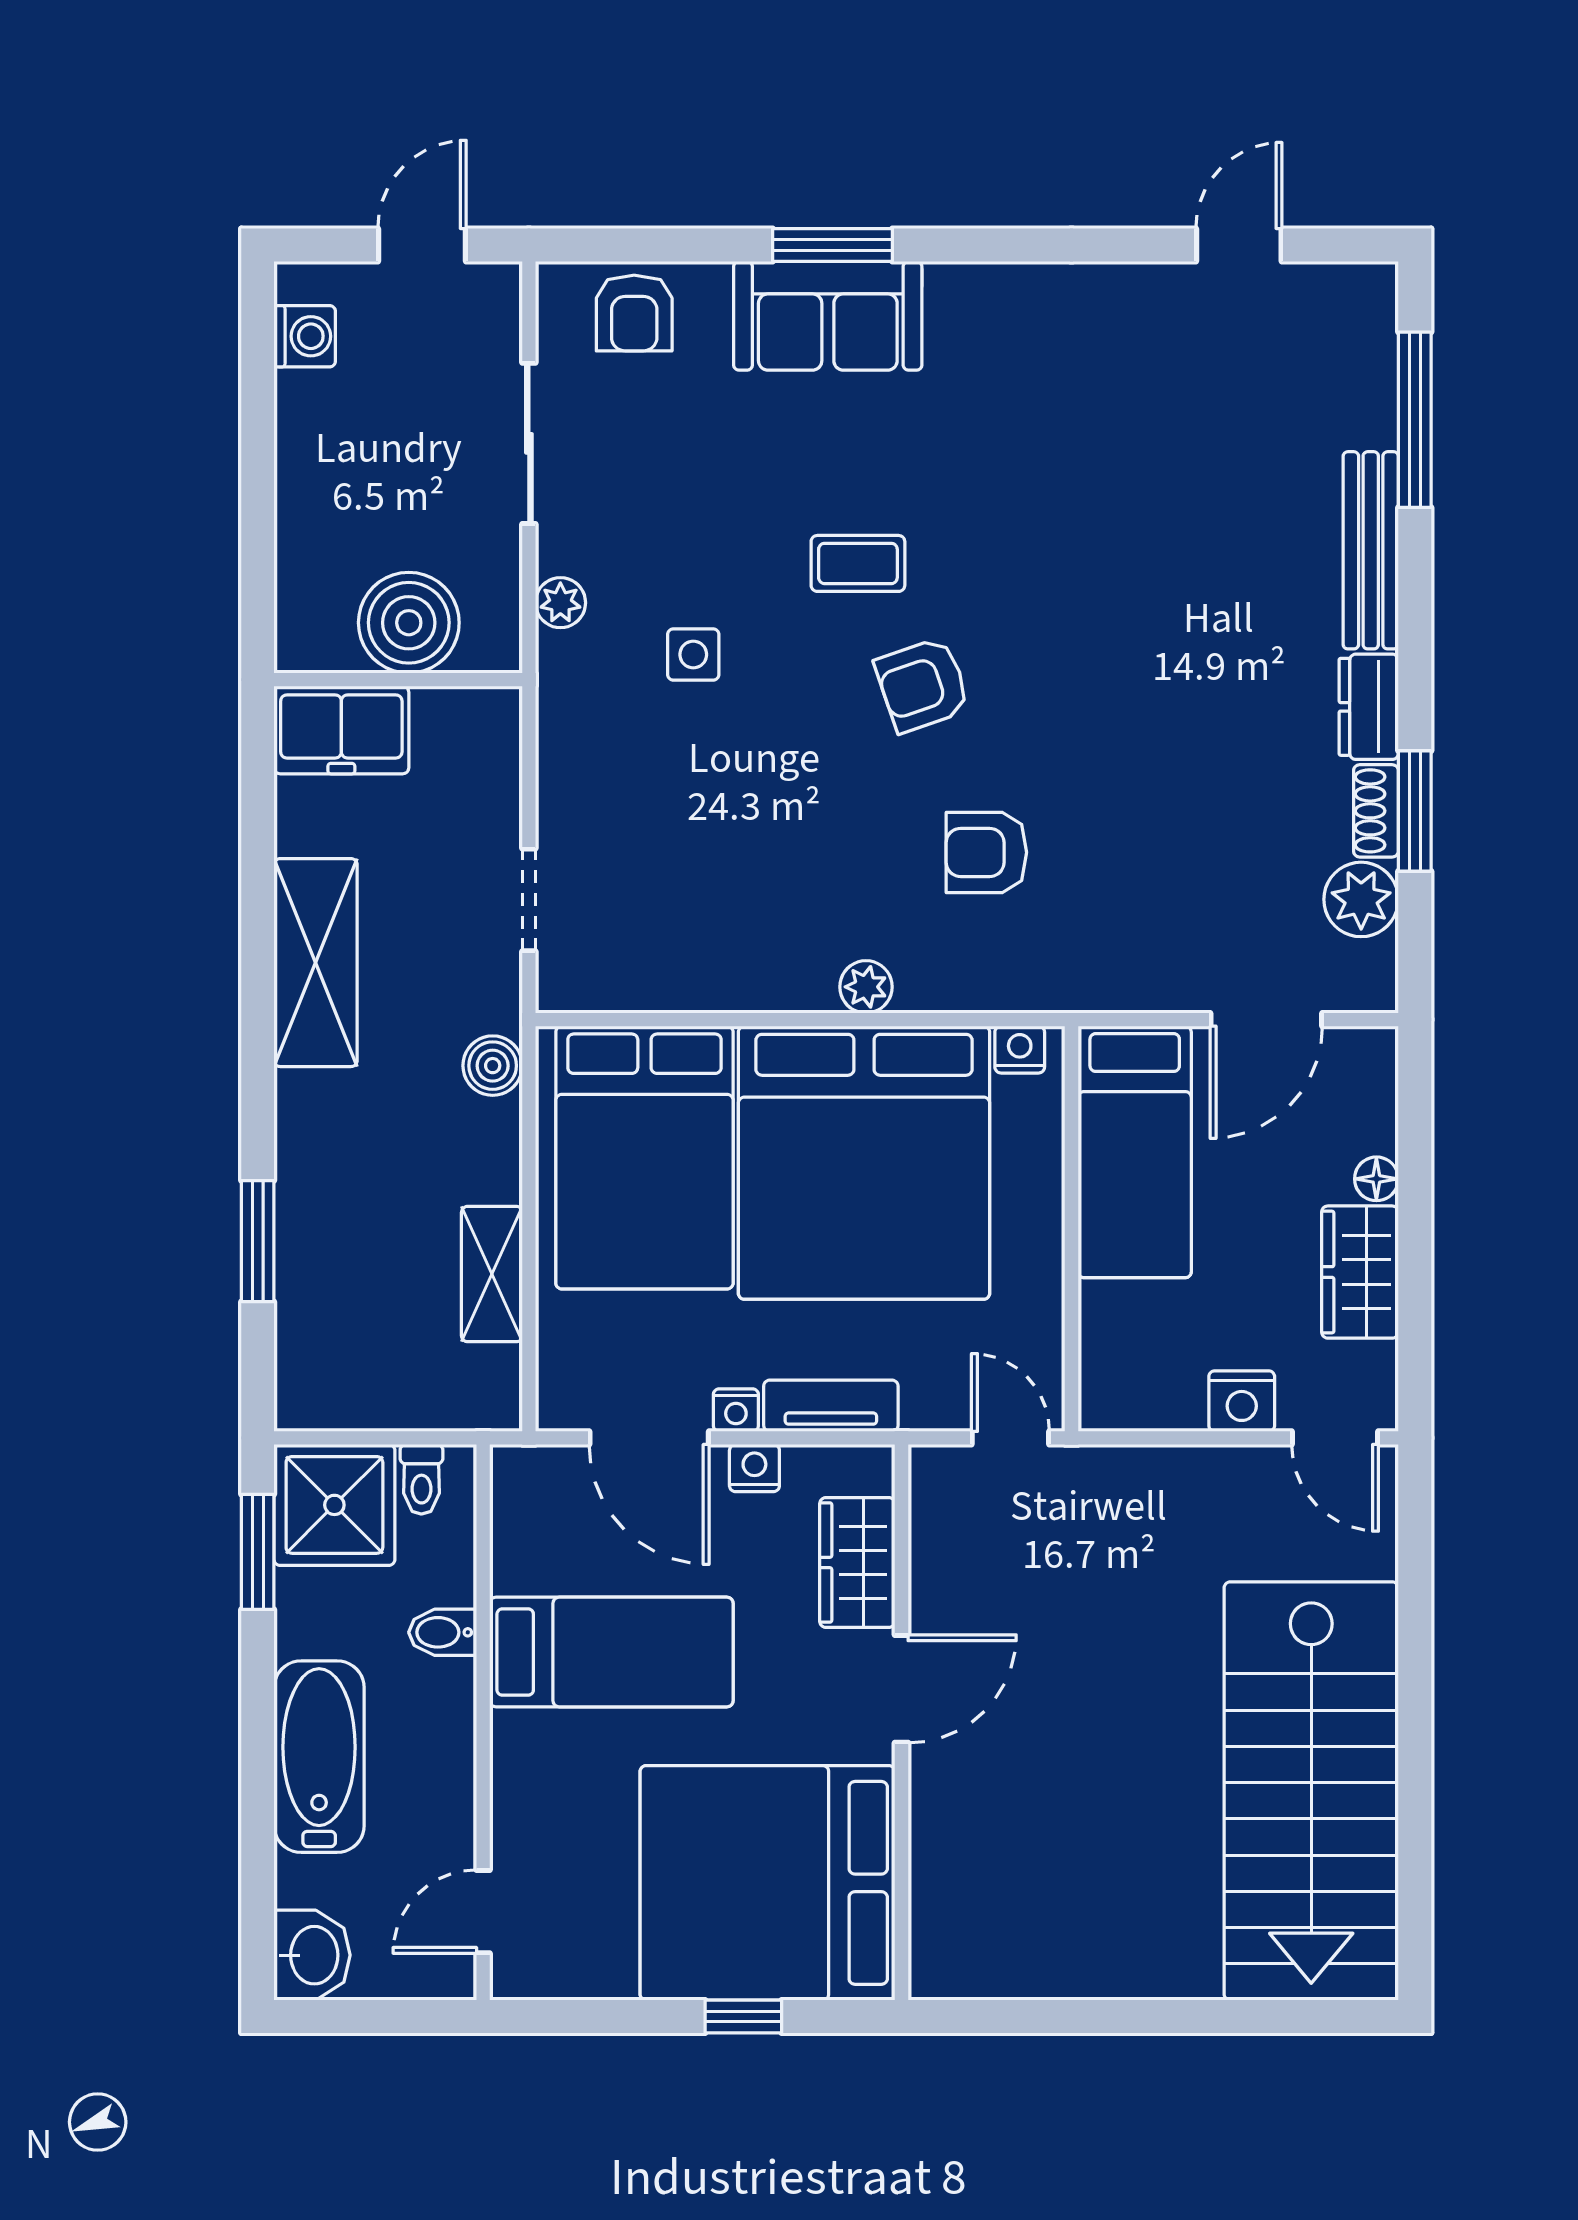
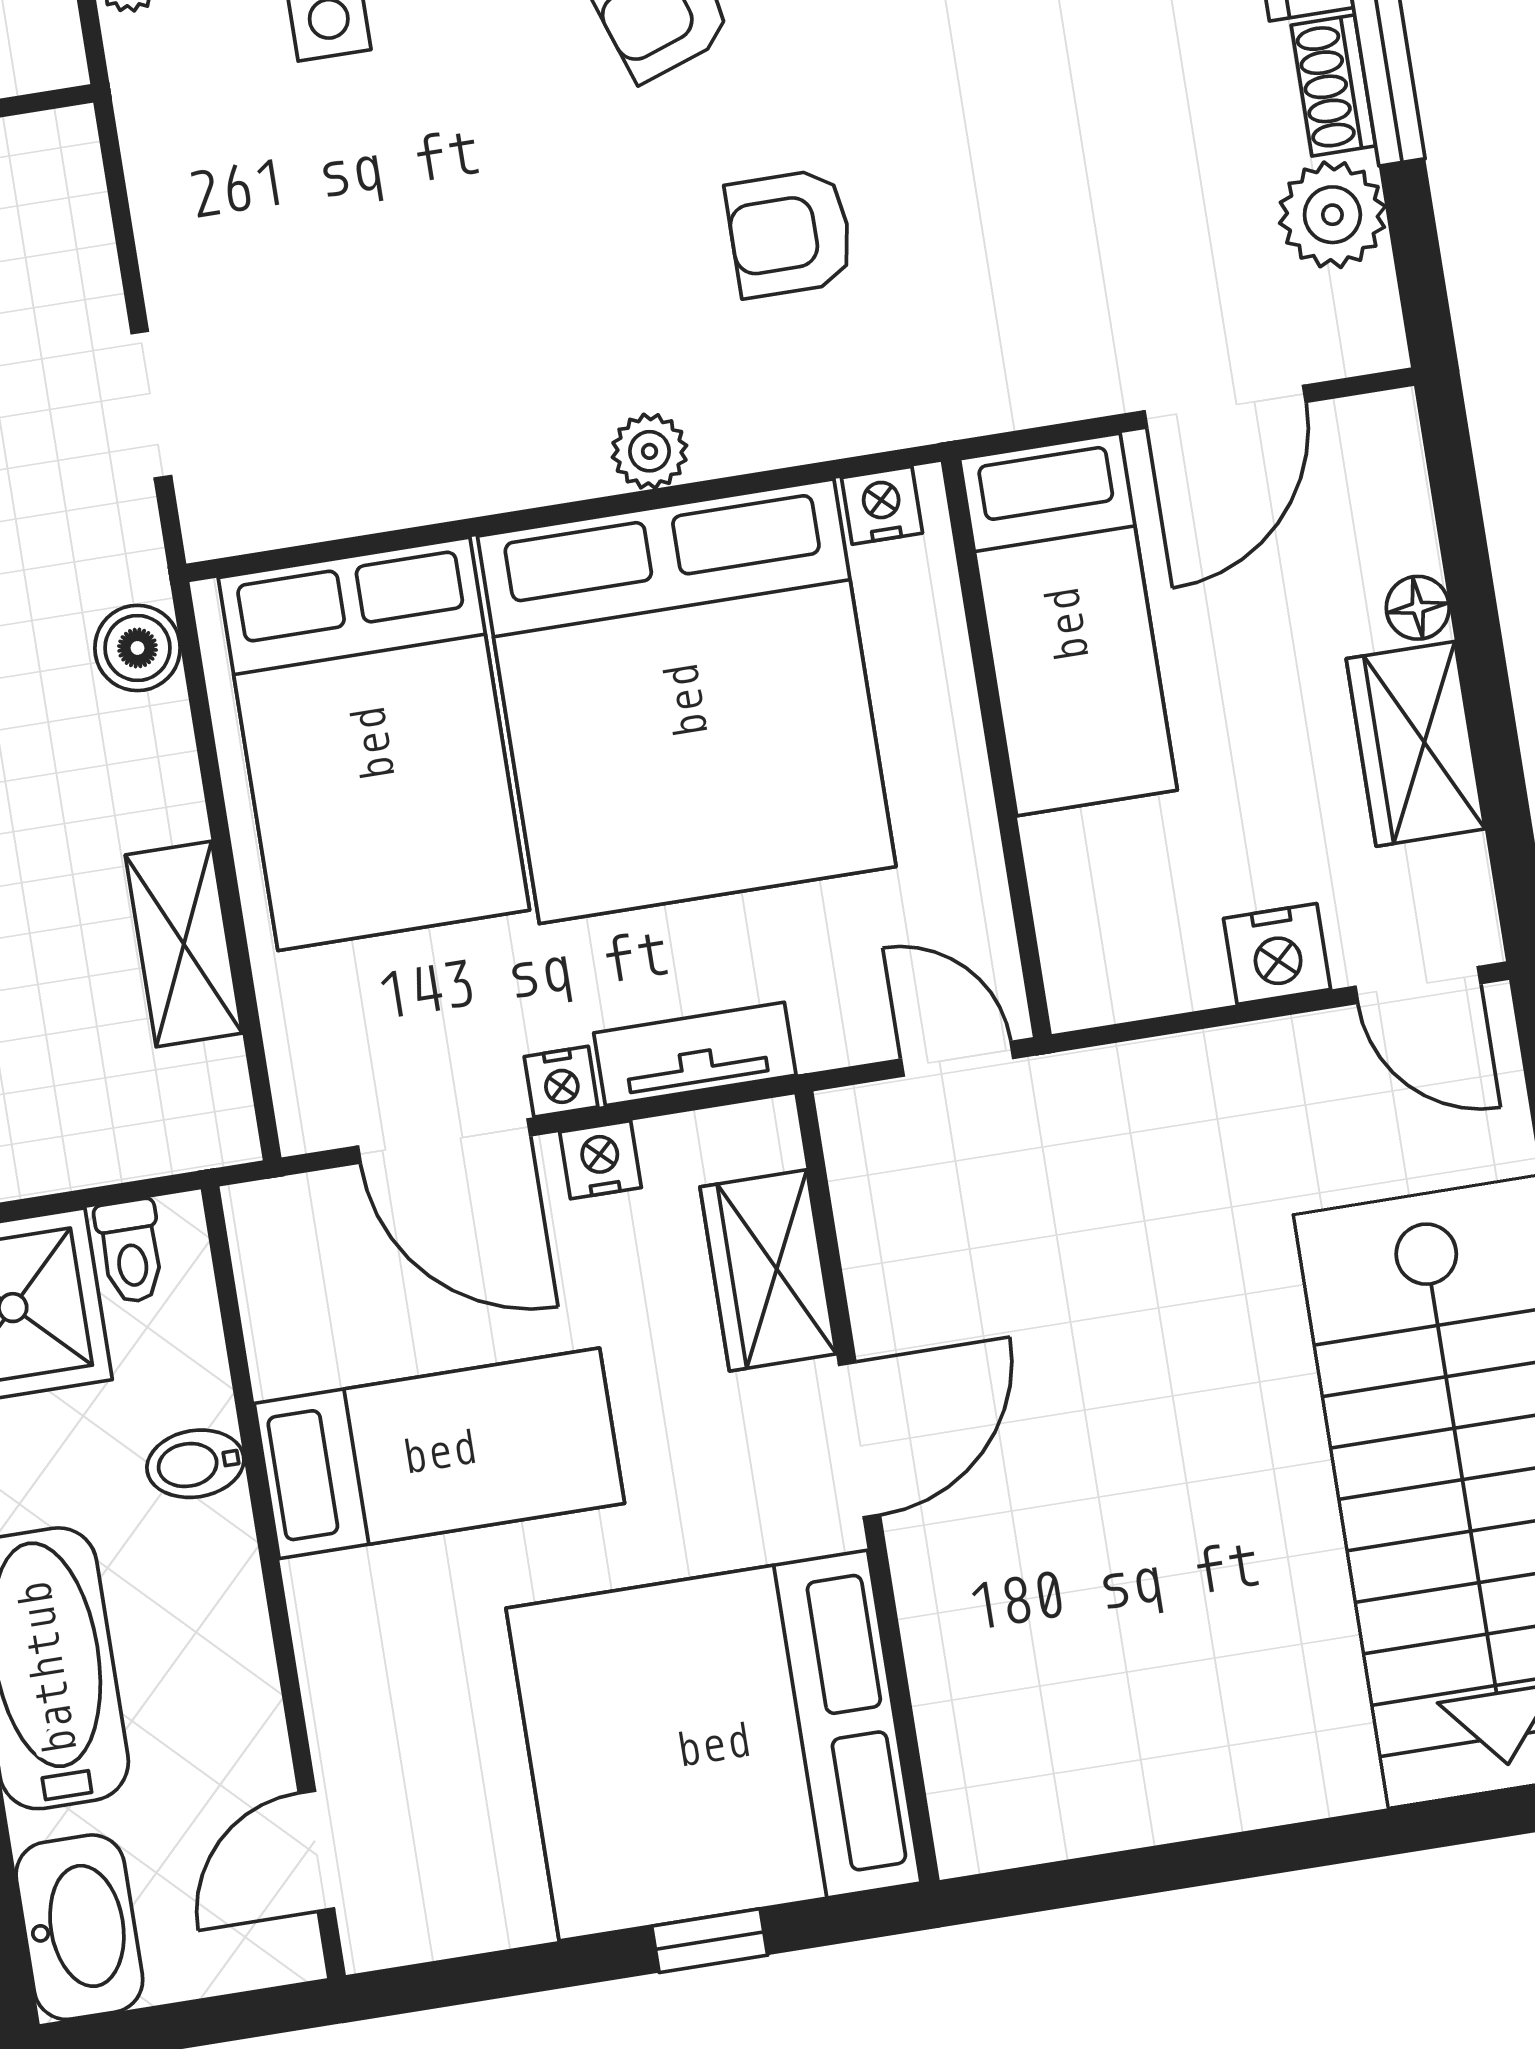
washbasin: (312, 1955) -> (79, 1927), width x1.38

